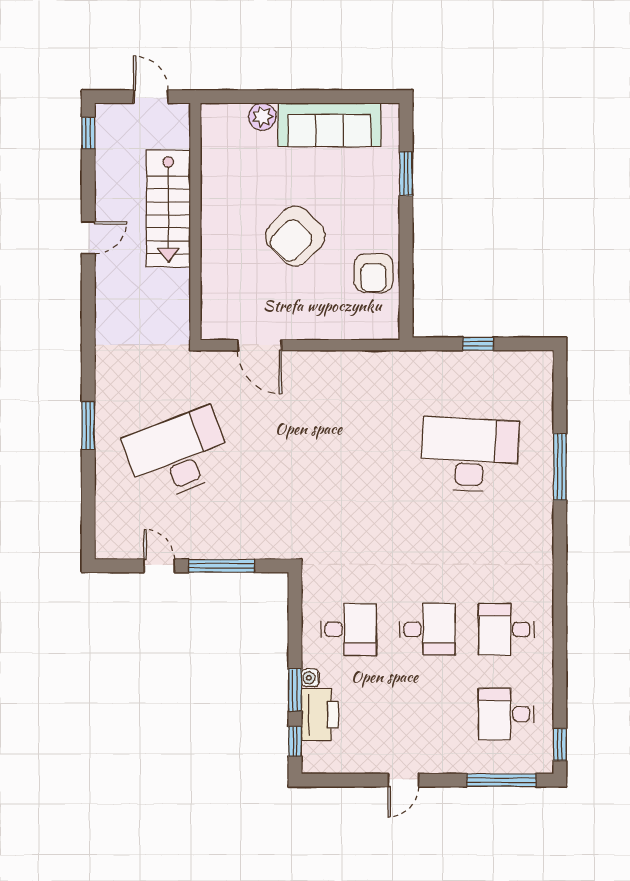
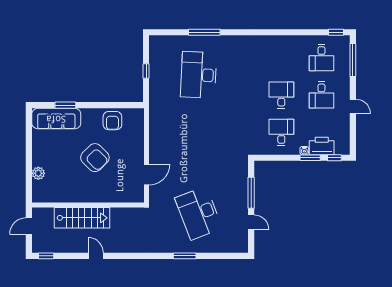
sofa: (330, 125) -> (56, 119), moved, turned 90
armchair: (373, 273) -> (112, 121), turned 90
door: (159, 566) -> (251, 222), swing flipped
desk: (506, 629) -> (321, 95), moved

